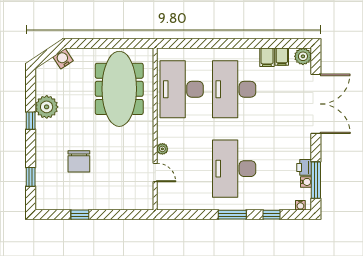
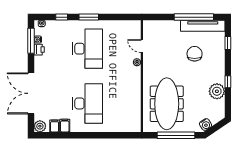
window: (106, 43) -> (176, 135), added
desk: (182, 89) -> (124, 103), removed
tv unit: (67, 202) -> (203, 26), added
window: (80, 215) -> (194, 17), width x3.17

